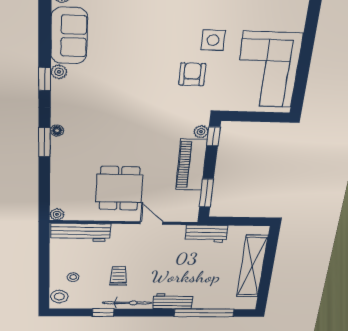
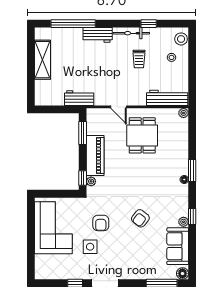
armchair: (129, 79) -> (140, 218), added
shelving: (252, 266) -> (43, 60), width x0.68

